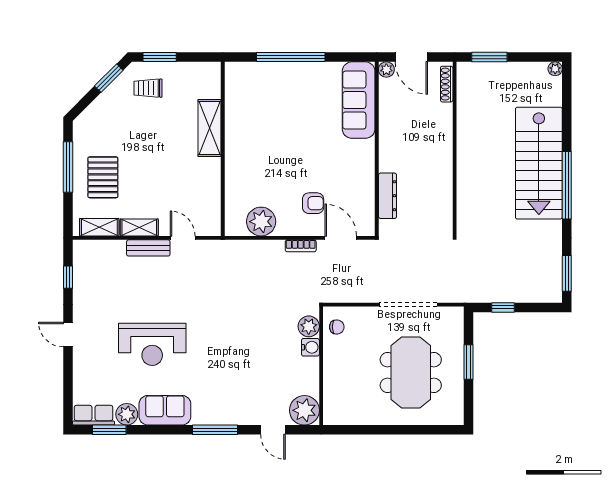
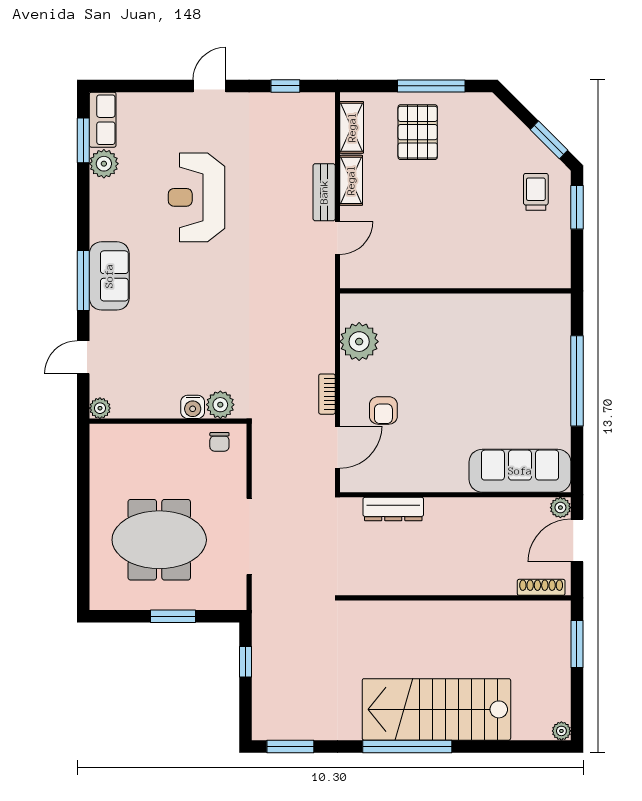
shelving: (210, 128) -> (483, 273), removed
pallet: (103, 177) -> (418, 132), turned 90
sofa: (165, 410) -> (109, 276), moved
plant: (304, 410) -> (100, 408), width x0.53, depth x0.53

